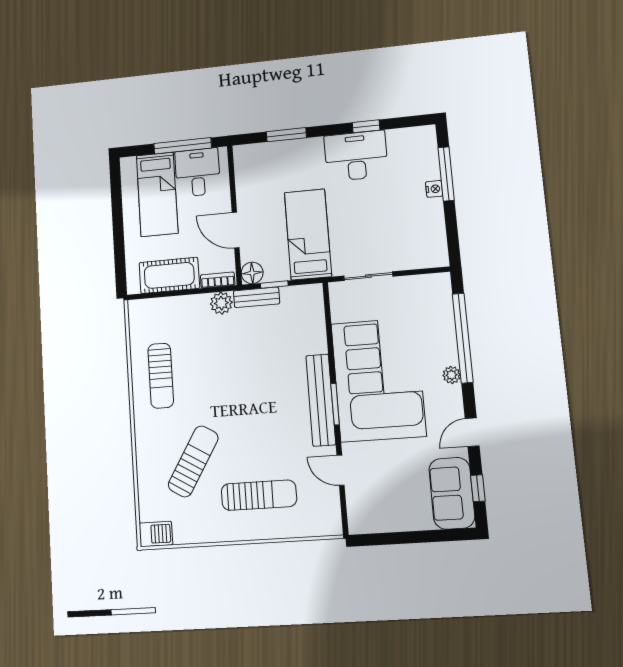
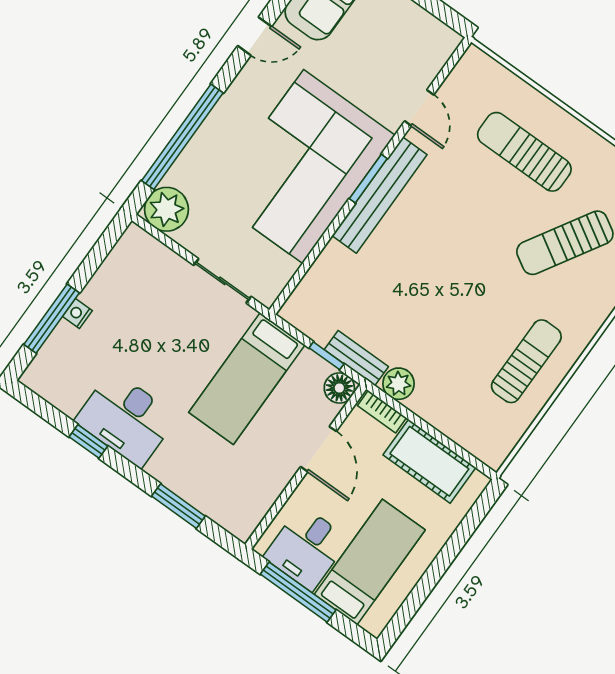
plant: (452, 375) -> (166, 209), moved, width x1.88, depth x1.88

